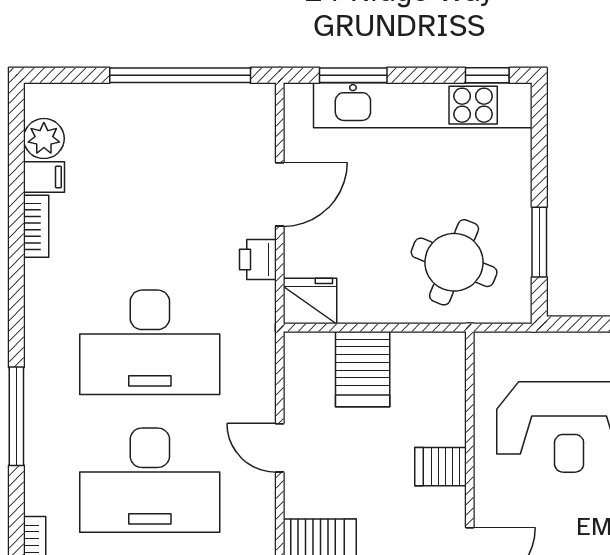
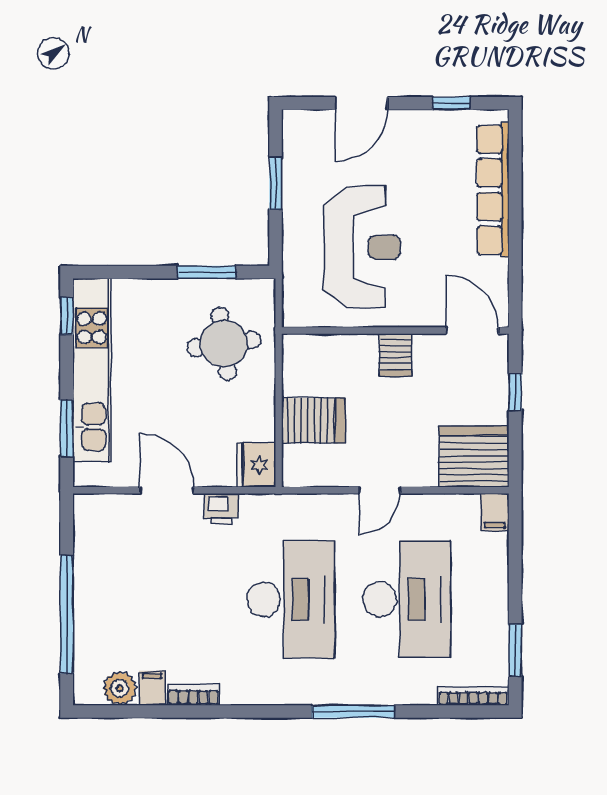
window: (180, 75) -> (67, 614), moved
round table: (454, 262) -> (224, 344), turned -30

